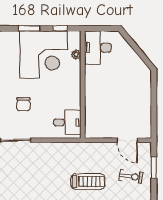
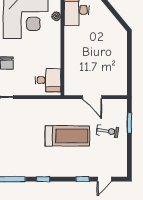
door: (127, 140) -> (92, 97), moved
treadmill: (88, 182) -> (67, 136), width x1.37, depth x1.38

